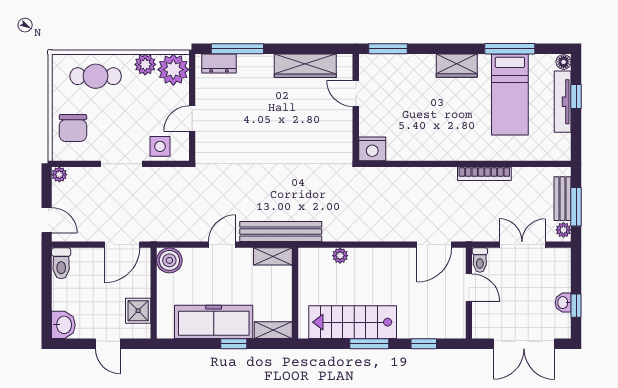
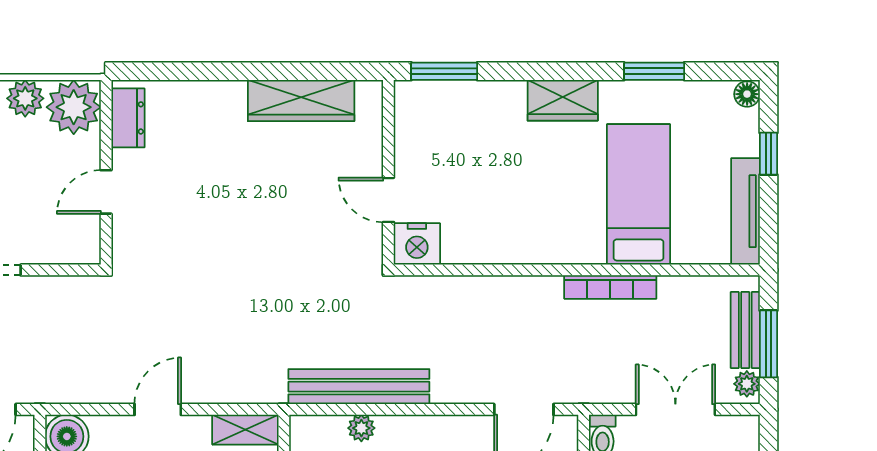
window: (237, 49) -> (184, 71), removed
window: (510, 49) -> (654, 71), width x0.69
dresser: (219, 63) -> (128, 118), moved, turned -90
door: (356, 94) -> (388, 200), moved
bed: (510, 94) -> (639, 194), moved, turned 180
tv unit: (563, 102) -> (745, 211), moved
side table: (160, 146) -> (51, 240), removed
bench: (281, 232) -> (359, 387), moved

